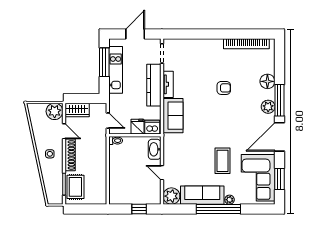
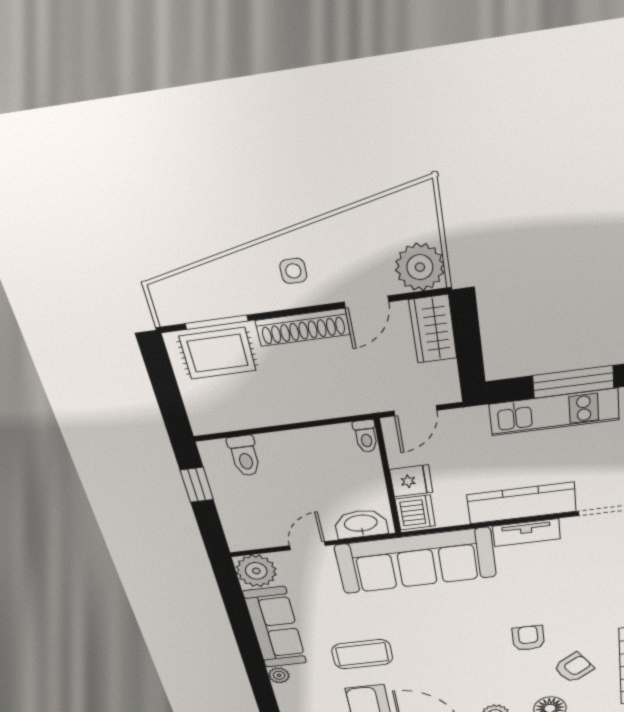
armchair: (244, 69) -> (574, 668), added
armchair: (224, 88) -> (528, 638), turned 180
sofa: (173, 116) -> (416, 561), width x1.85, depth x1.27
toilet: (118, 188) -> (244, 456), added
window: (139, 209) -> (197, 485), moved
window: (218, 209) -> (253, 659), removed

